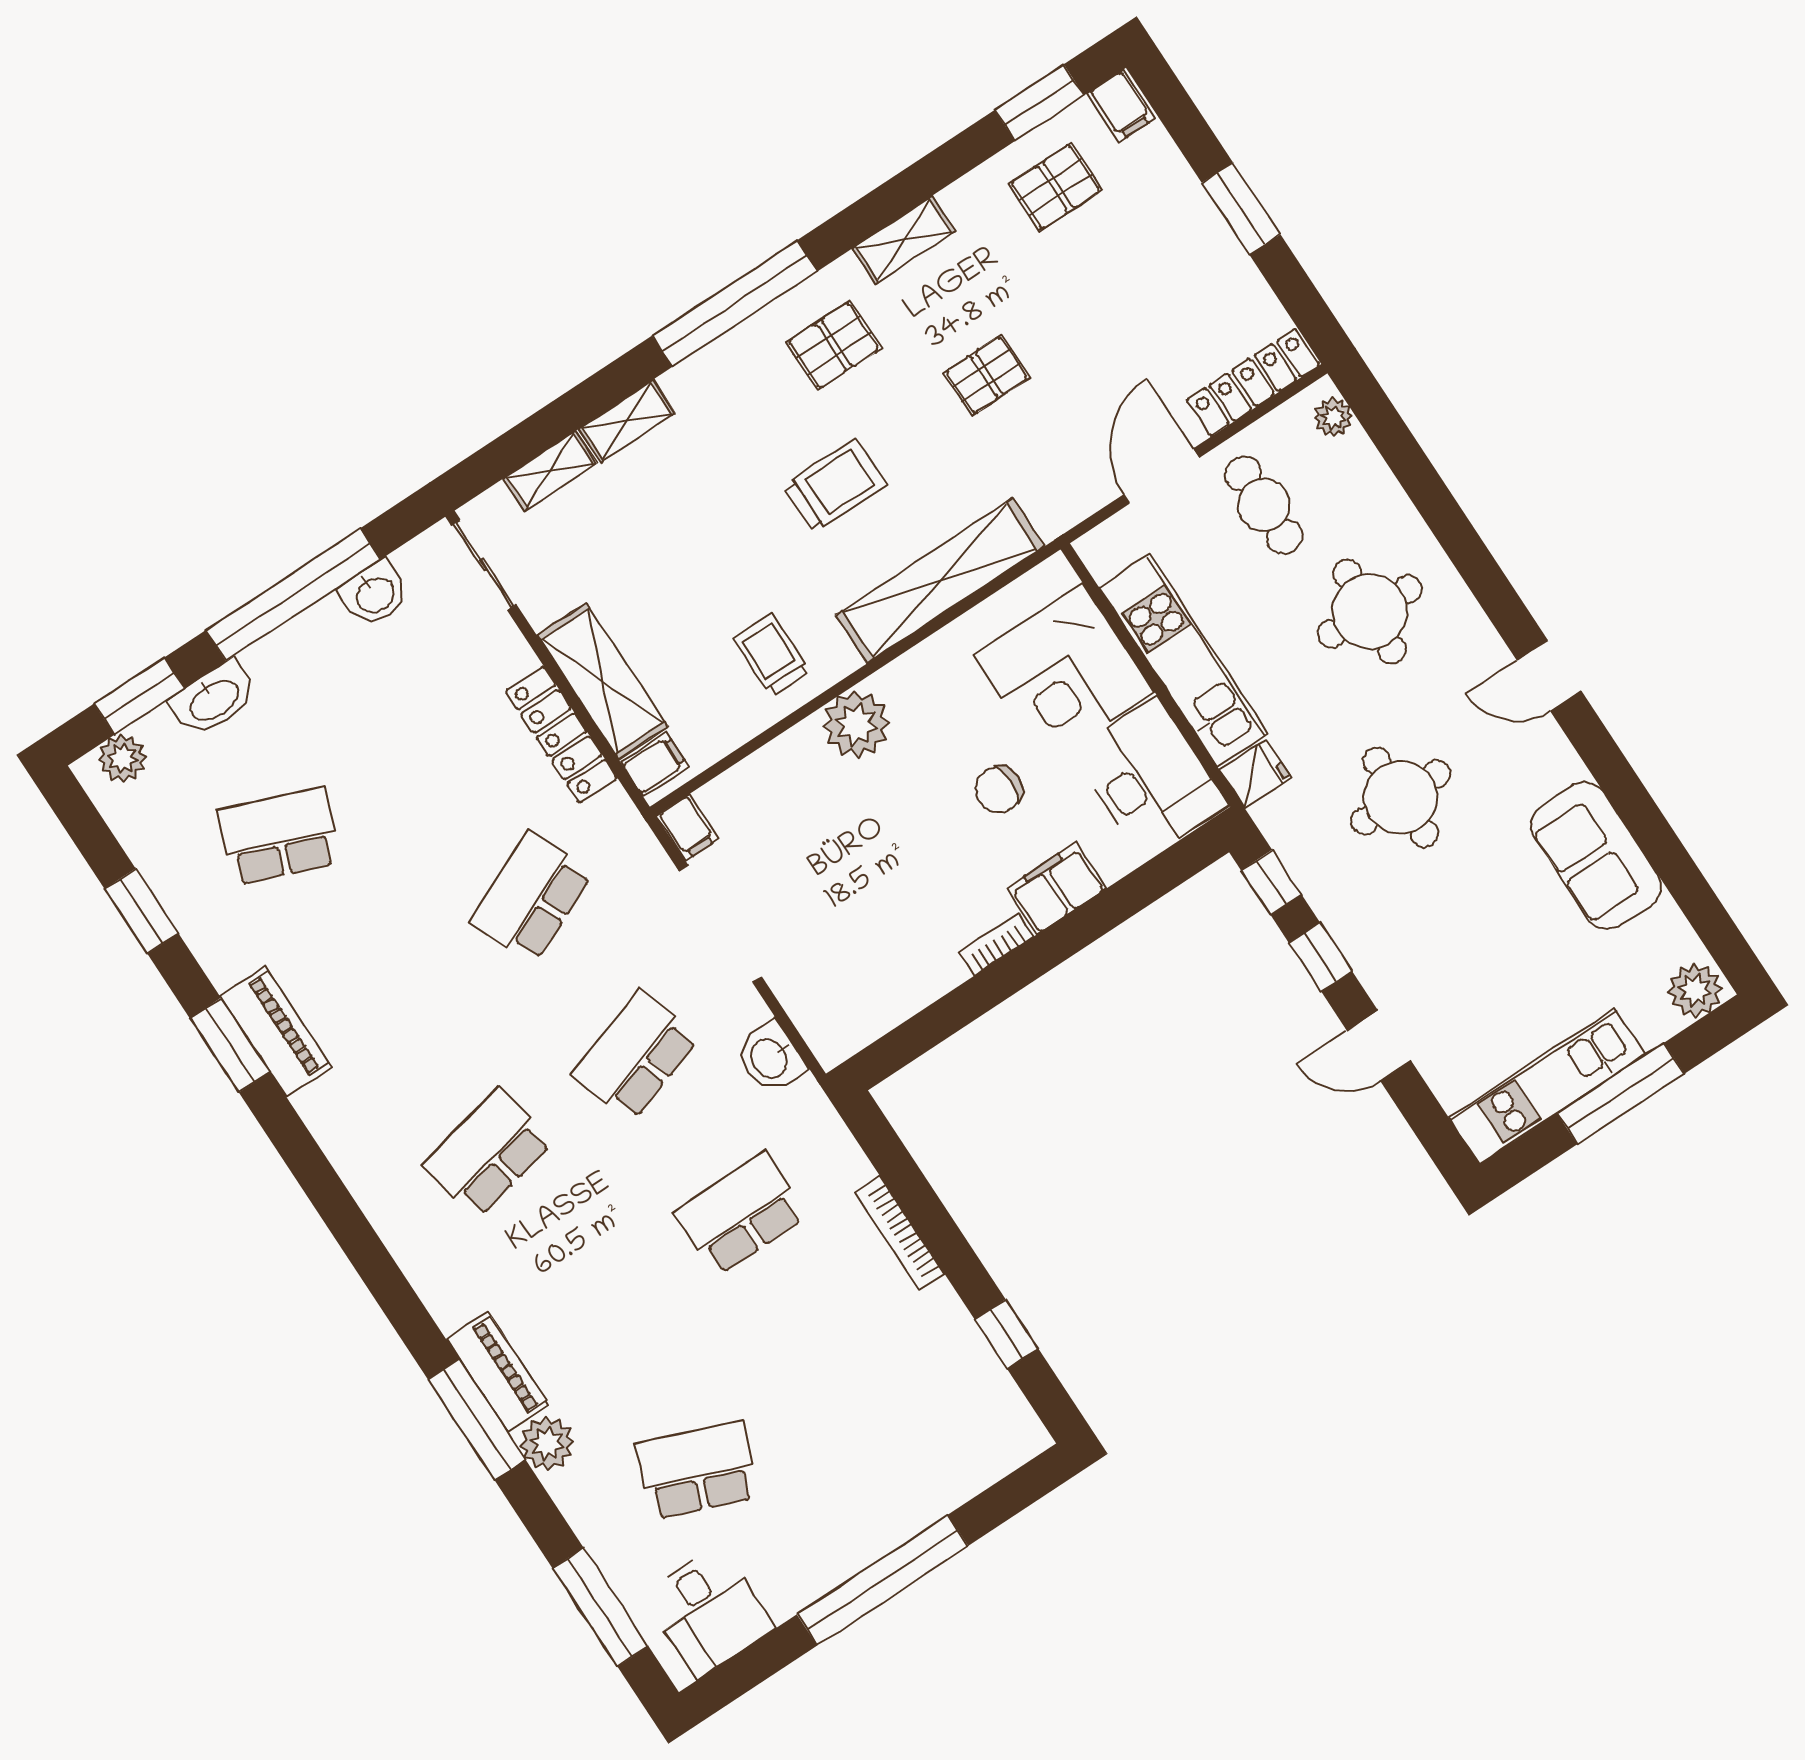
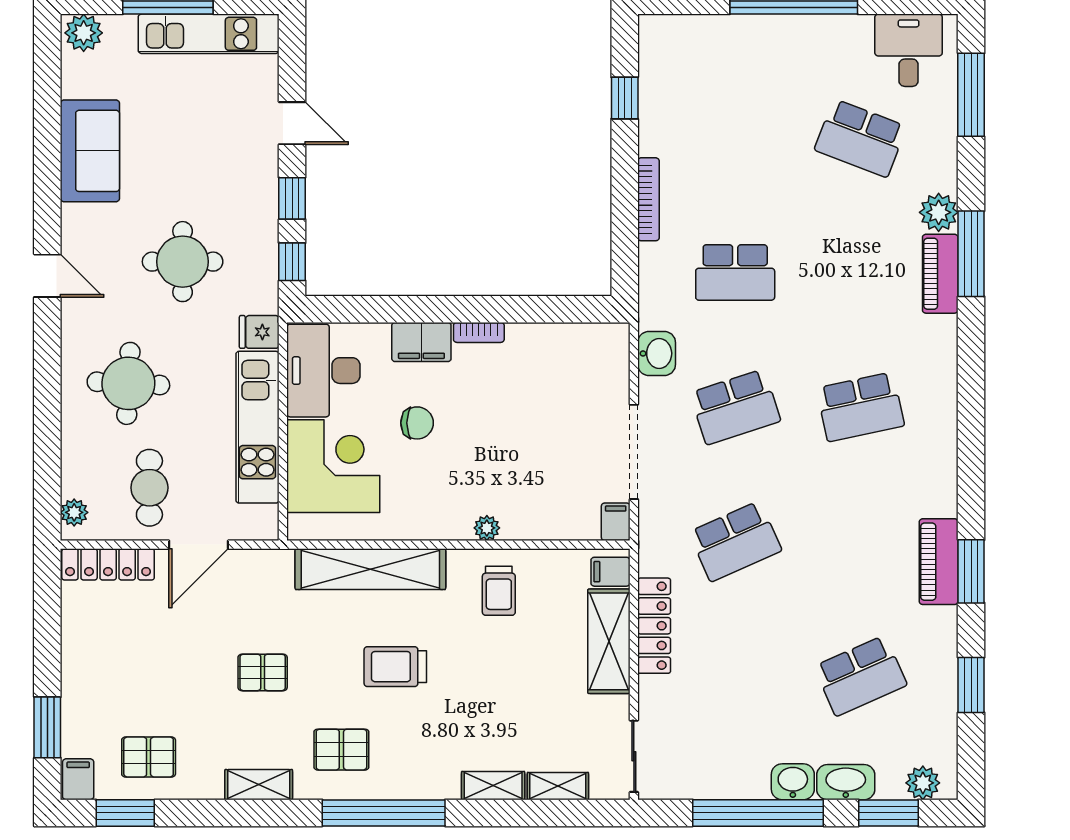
window: (1241, 209) -> (47, 727), moved
washbasin: (375, 594) -> (793, 782), moved
plant: (856, 724) -> (487, 528), width x0.53, depth x0.53
school desk: (279, 836) -> (860, 676), turned -45

